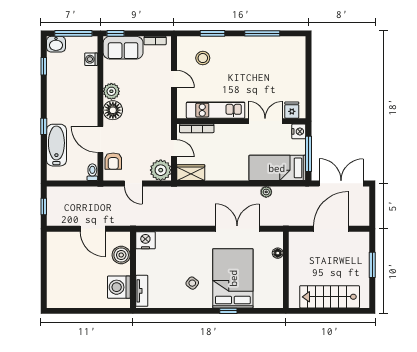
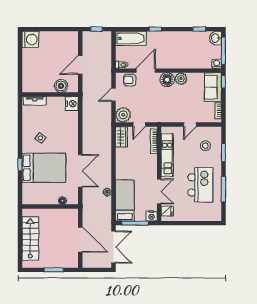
washing machine: (91, 59) -> (217, 64), moved
kitchen island: (256, 65) -> (200, 185), added
bathtub: (56, 145) -> (131, 38), moved
washing machine: (119, 287) -> (30, 39), moved, turned 90

